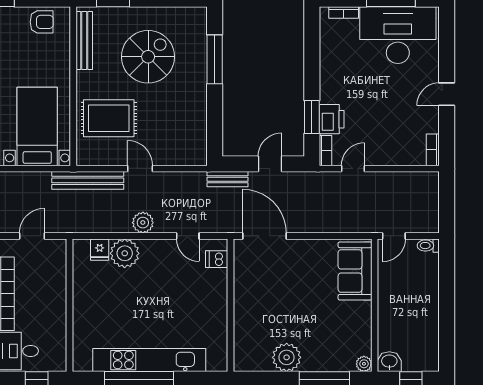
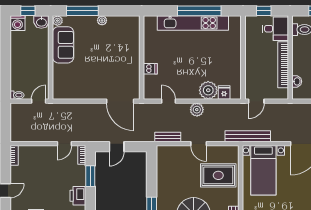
printer: (332, 119) -> (78, 196), moved
bench: (227, 179) -> (168, 137), moved
bench: (88, 180) -> (248, 136), moved
door: (32, 236) -> (256, 101), moved
dishwasher: (217, 259) -> (150, 69), moved
sofa: (355, 271) -> (63, 45), moved
plant: (287, 357) -> (102, 20), width x0.53, depth x0.53
washing machine: (427, 360) -> (17, 23), added

